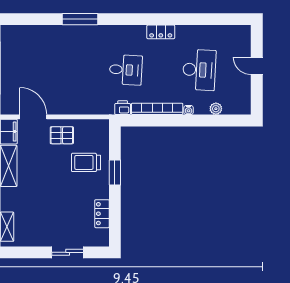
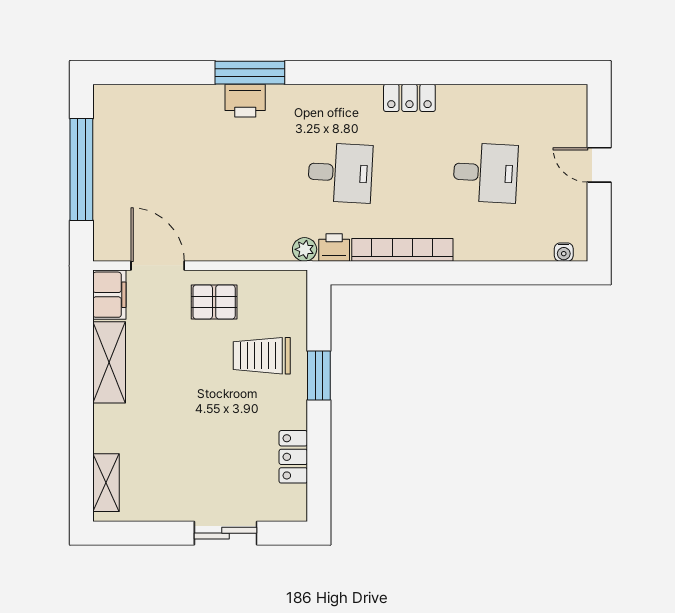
printer: (78, 33) -> (245, 101), added
desk: (199, 70) -> (486, 173), width x0.73
plant: (216, 109) -> (305, 249), moved
water cooler: (189, 110) -> (564, 252), moved

